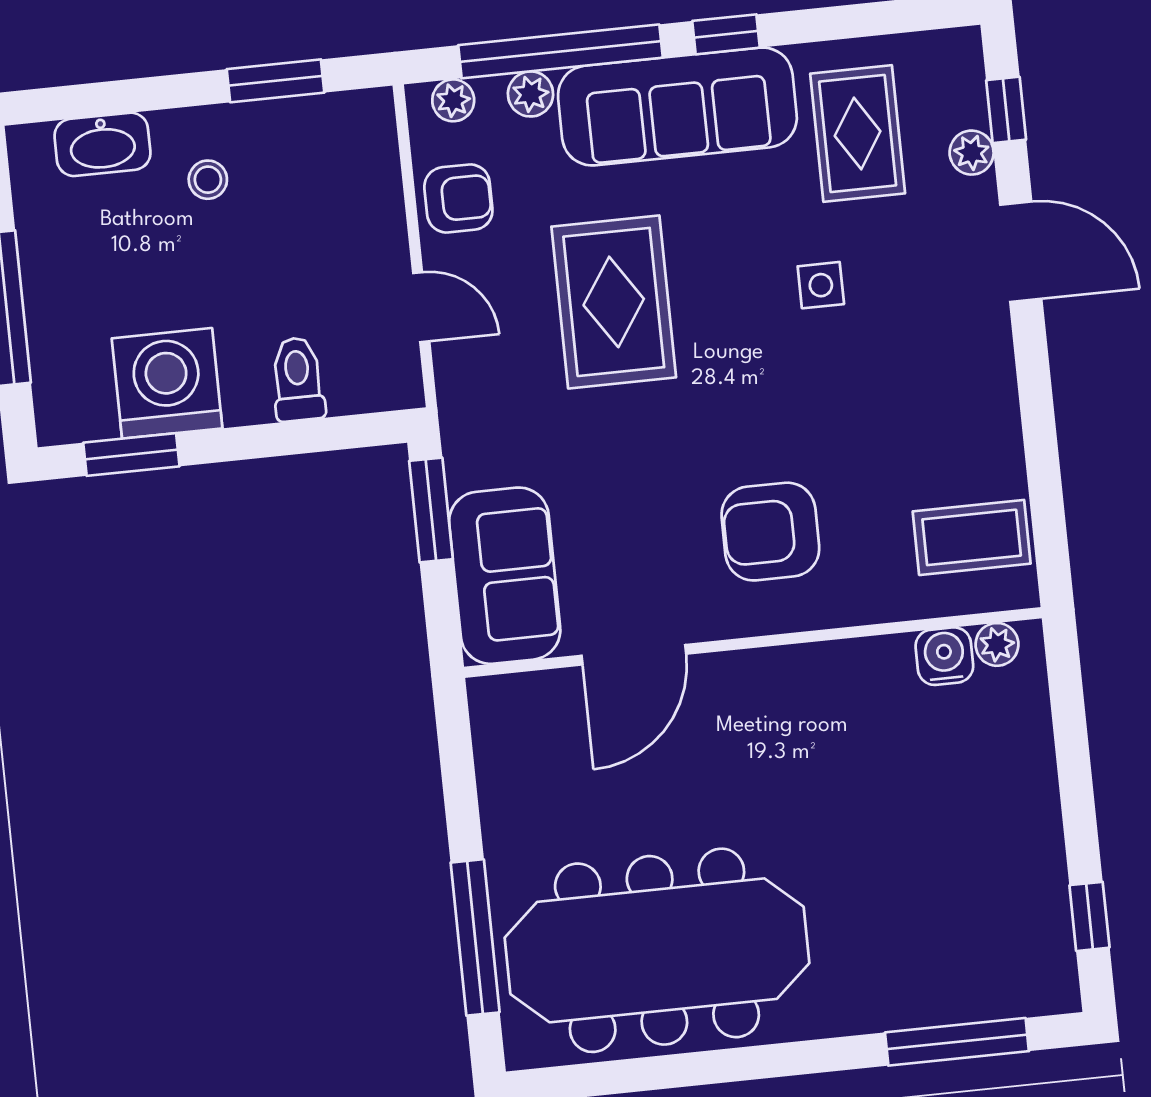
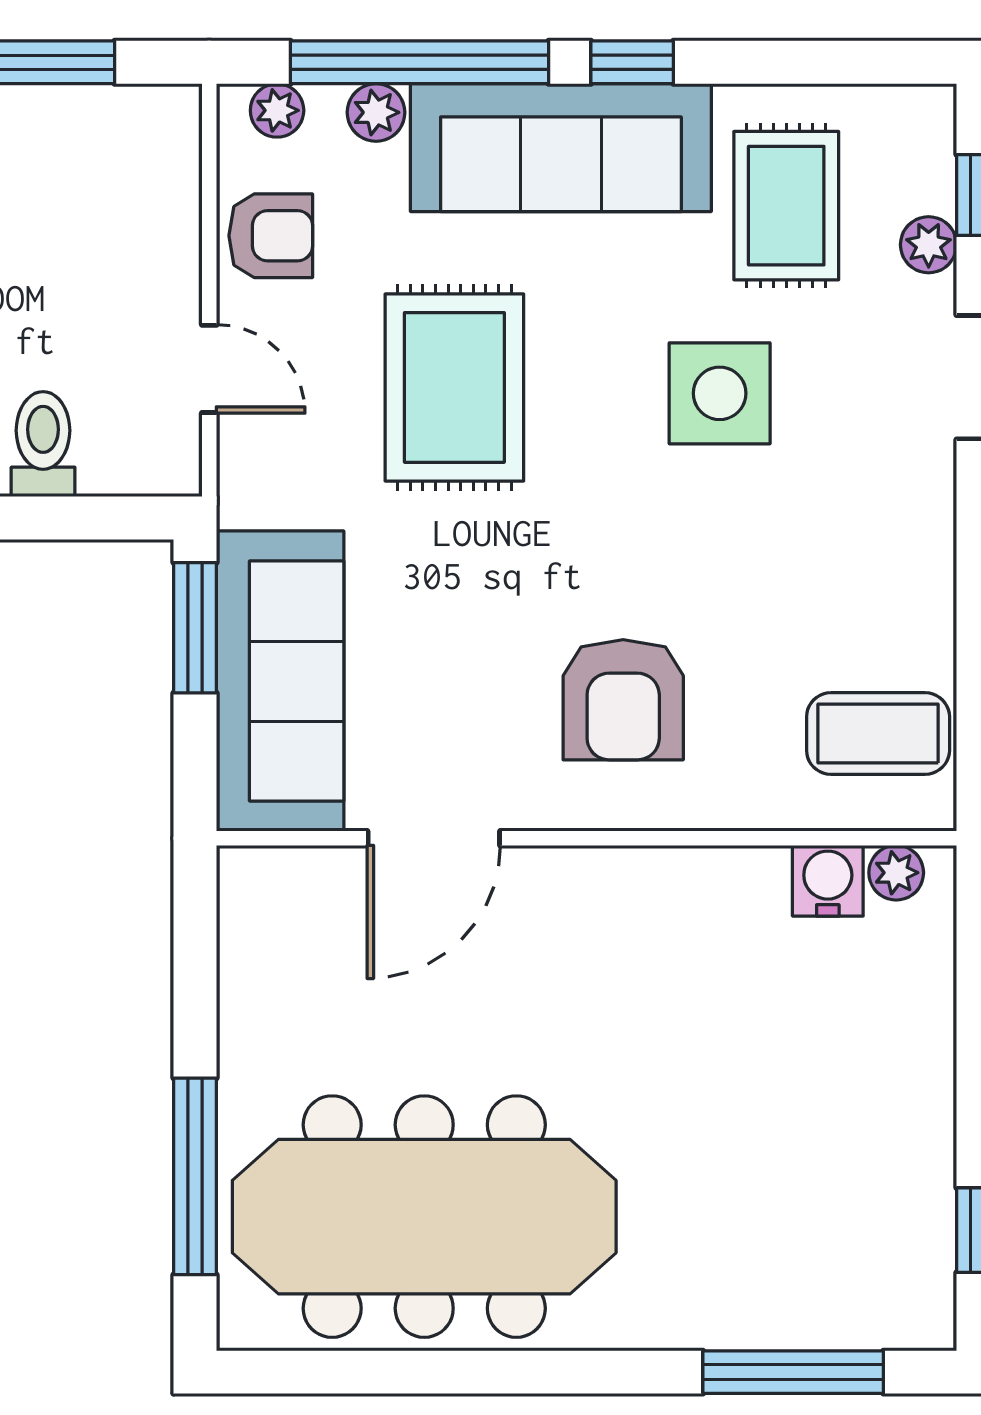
side table: (821, 285) -> (720, 393), width x1.87, depth x1.87
armchair: (770, 532) -> (623, 700), turned -90
sofa: (505, 576) -> (280, 681), width x1.36

